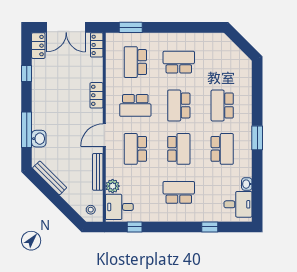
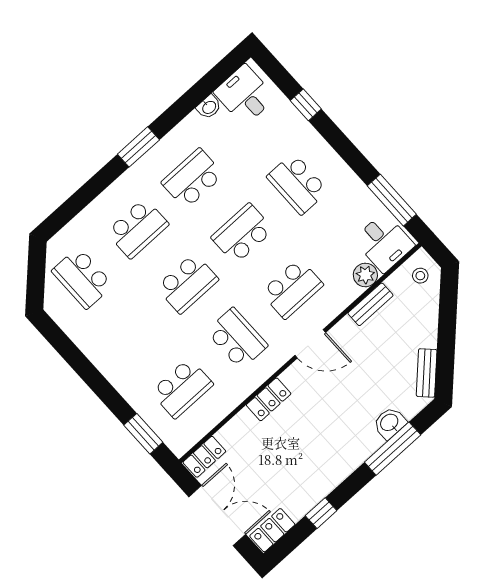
school desk: (179, 62) -> (82, 278), moved
bench: (98, 172) -> (370, 304), width x0.73
bench: (50, 178) -> (427, 373), width x0.73
window: (135, 227) -> (392, 200), width x2.17

